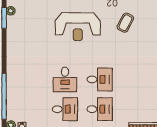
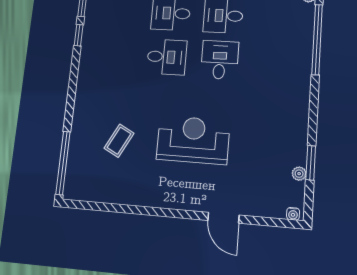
desk: (100, 79) -> (167, 57), turned 180

